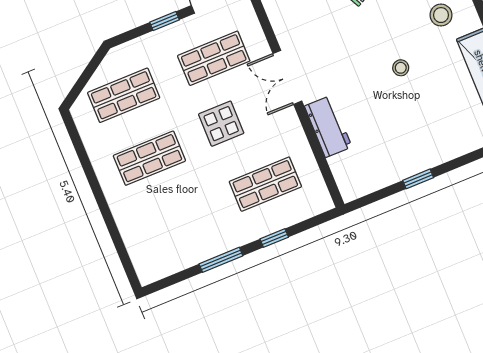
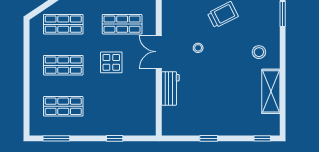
stool: (401, 68) -> (198, 48), moved
shop shelf: (265, 184) -> (63, 106), moved
window: (221, 260) -> (56, 138), moved

